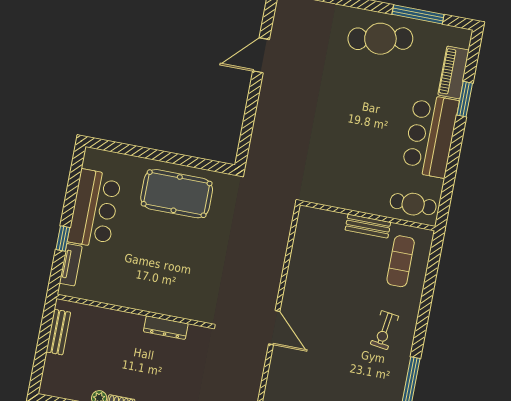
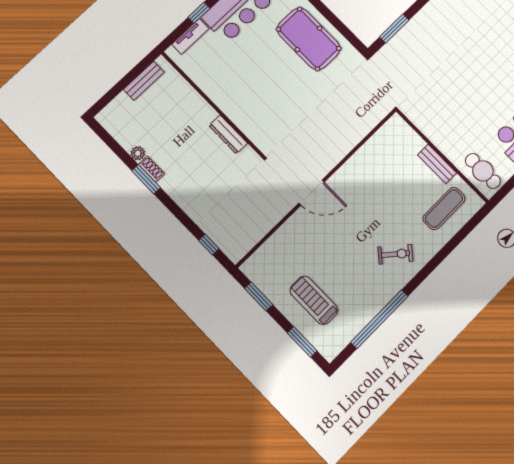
window: (247, 130) -> (394, 28), added
door: (274, 328) -> (311, 193), hinge flipped
exercise bike: (384, 330) -> (395, 254), turned -148

